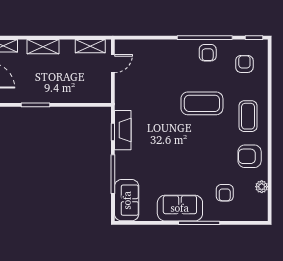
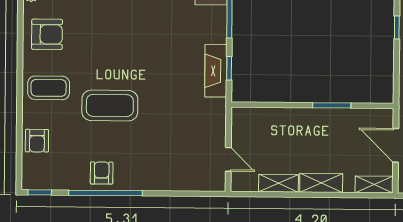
shelving: (90, 46) -> (279, 183), moved
door: (113, 64) -> (228, 159), swing flipped
armchair: (244, 64) -> (37, 141), moved
coffee table: (248, 116) -> (49, 88), turned 90

